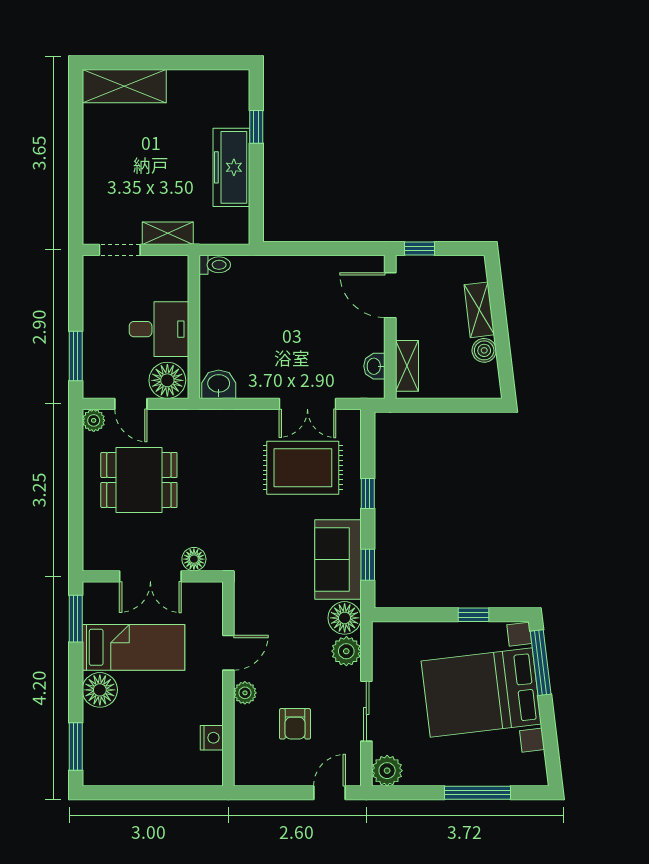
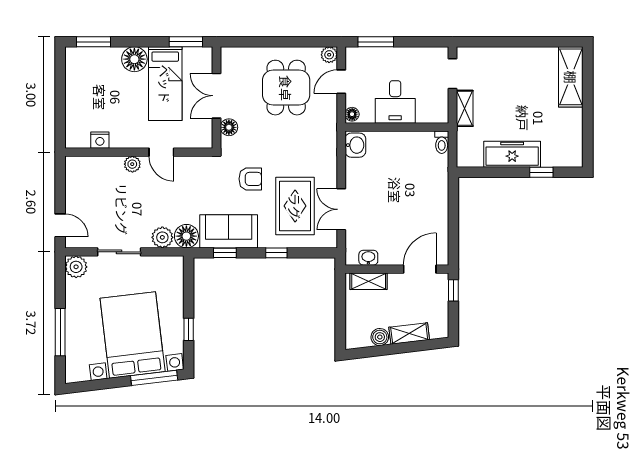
floor lamp: (167, 380) -> (352, 114), width x0.53, depth x0.53
armchair: (295, 724) -> (250, 179), moved, turned 180

